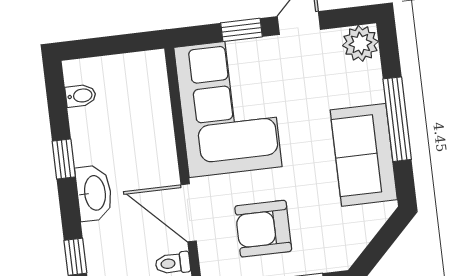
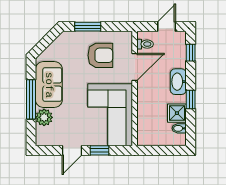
plant: (360, 43) -> (44, 117), moved
shower: (89, 127) -> (177, 113), added
door: (189, 213) -> (135, 67), hinge flipped

